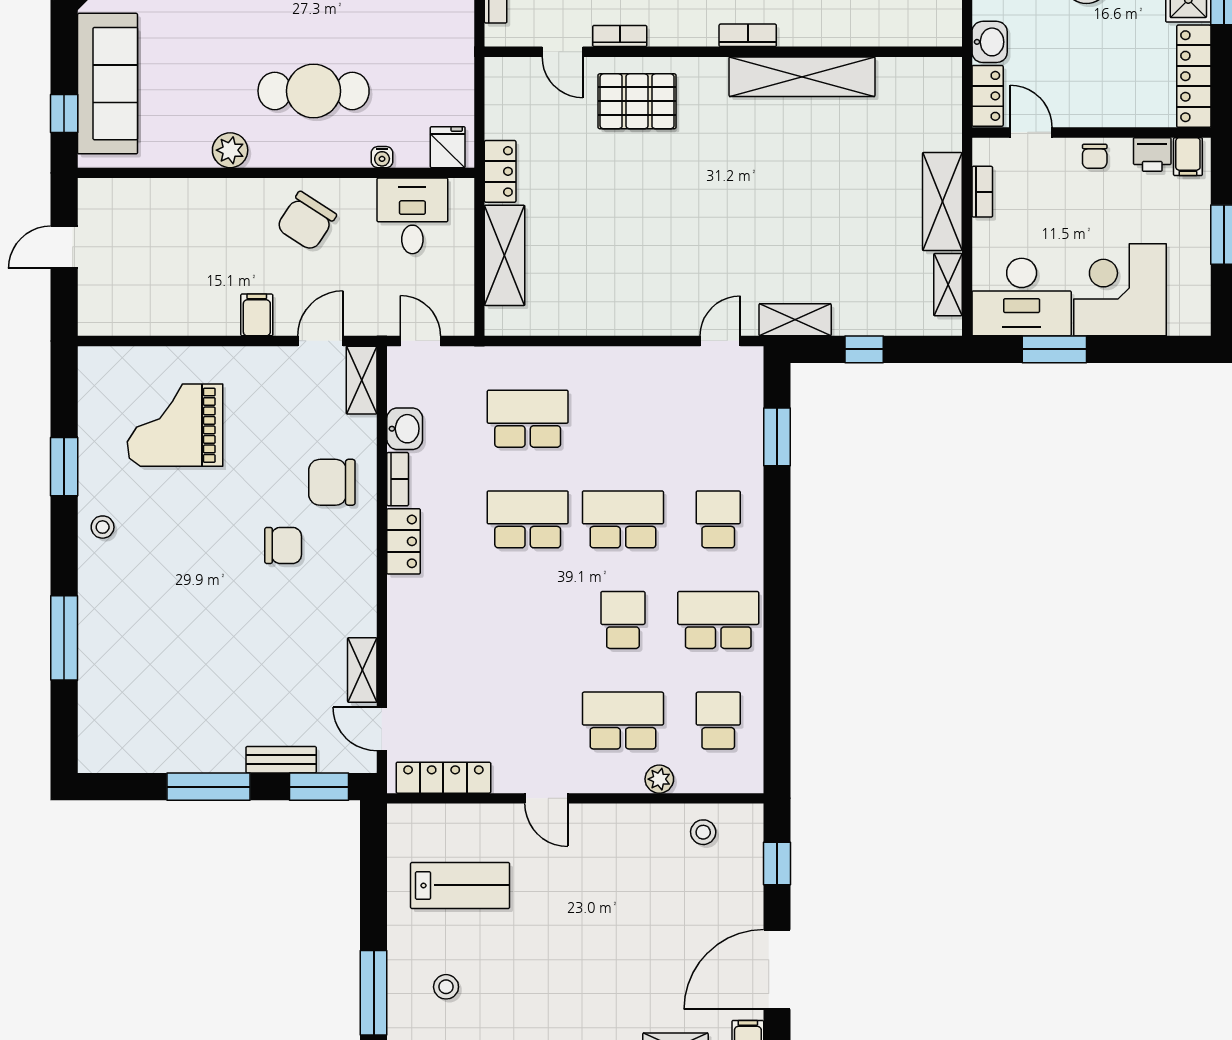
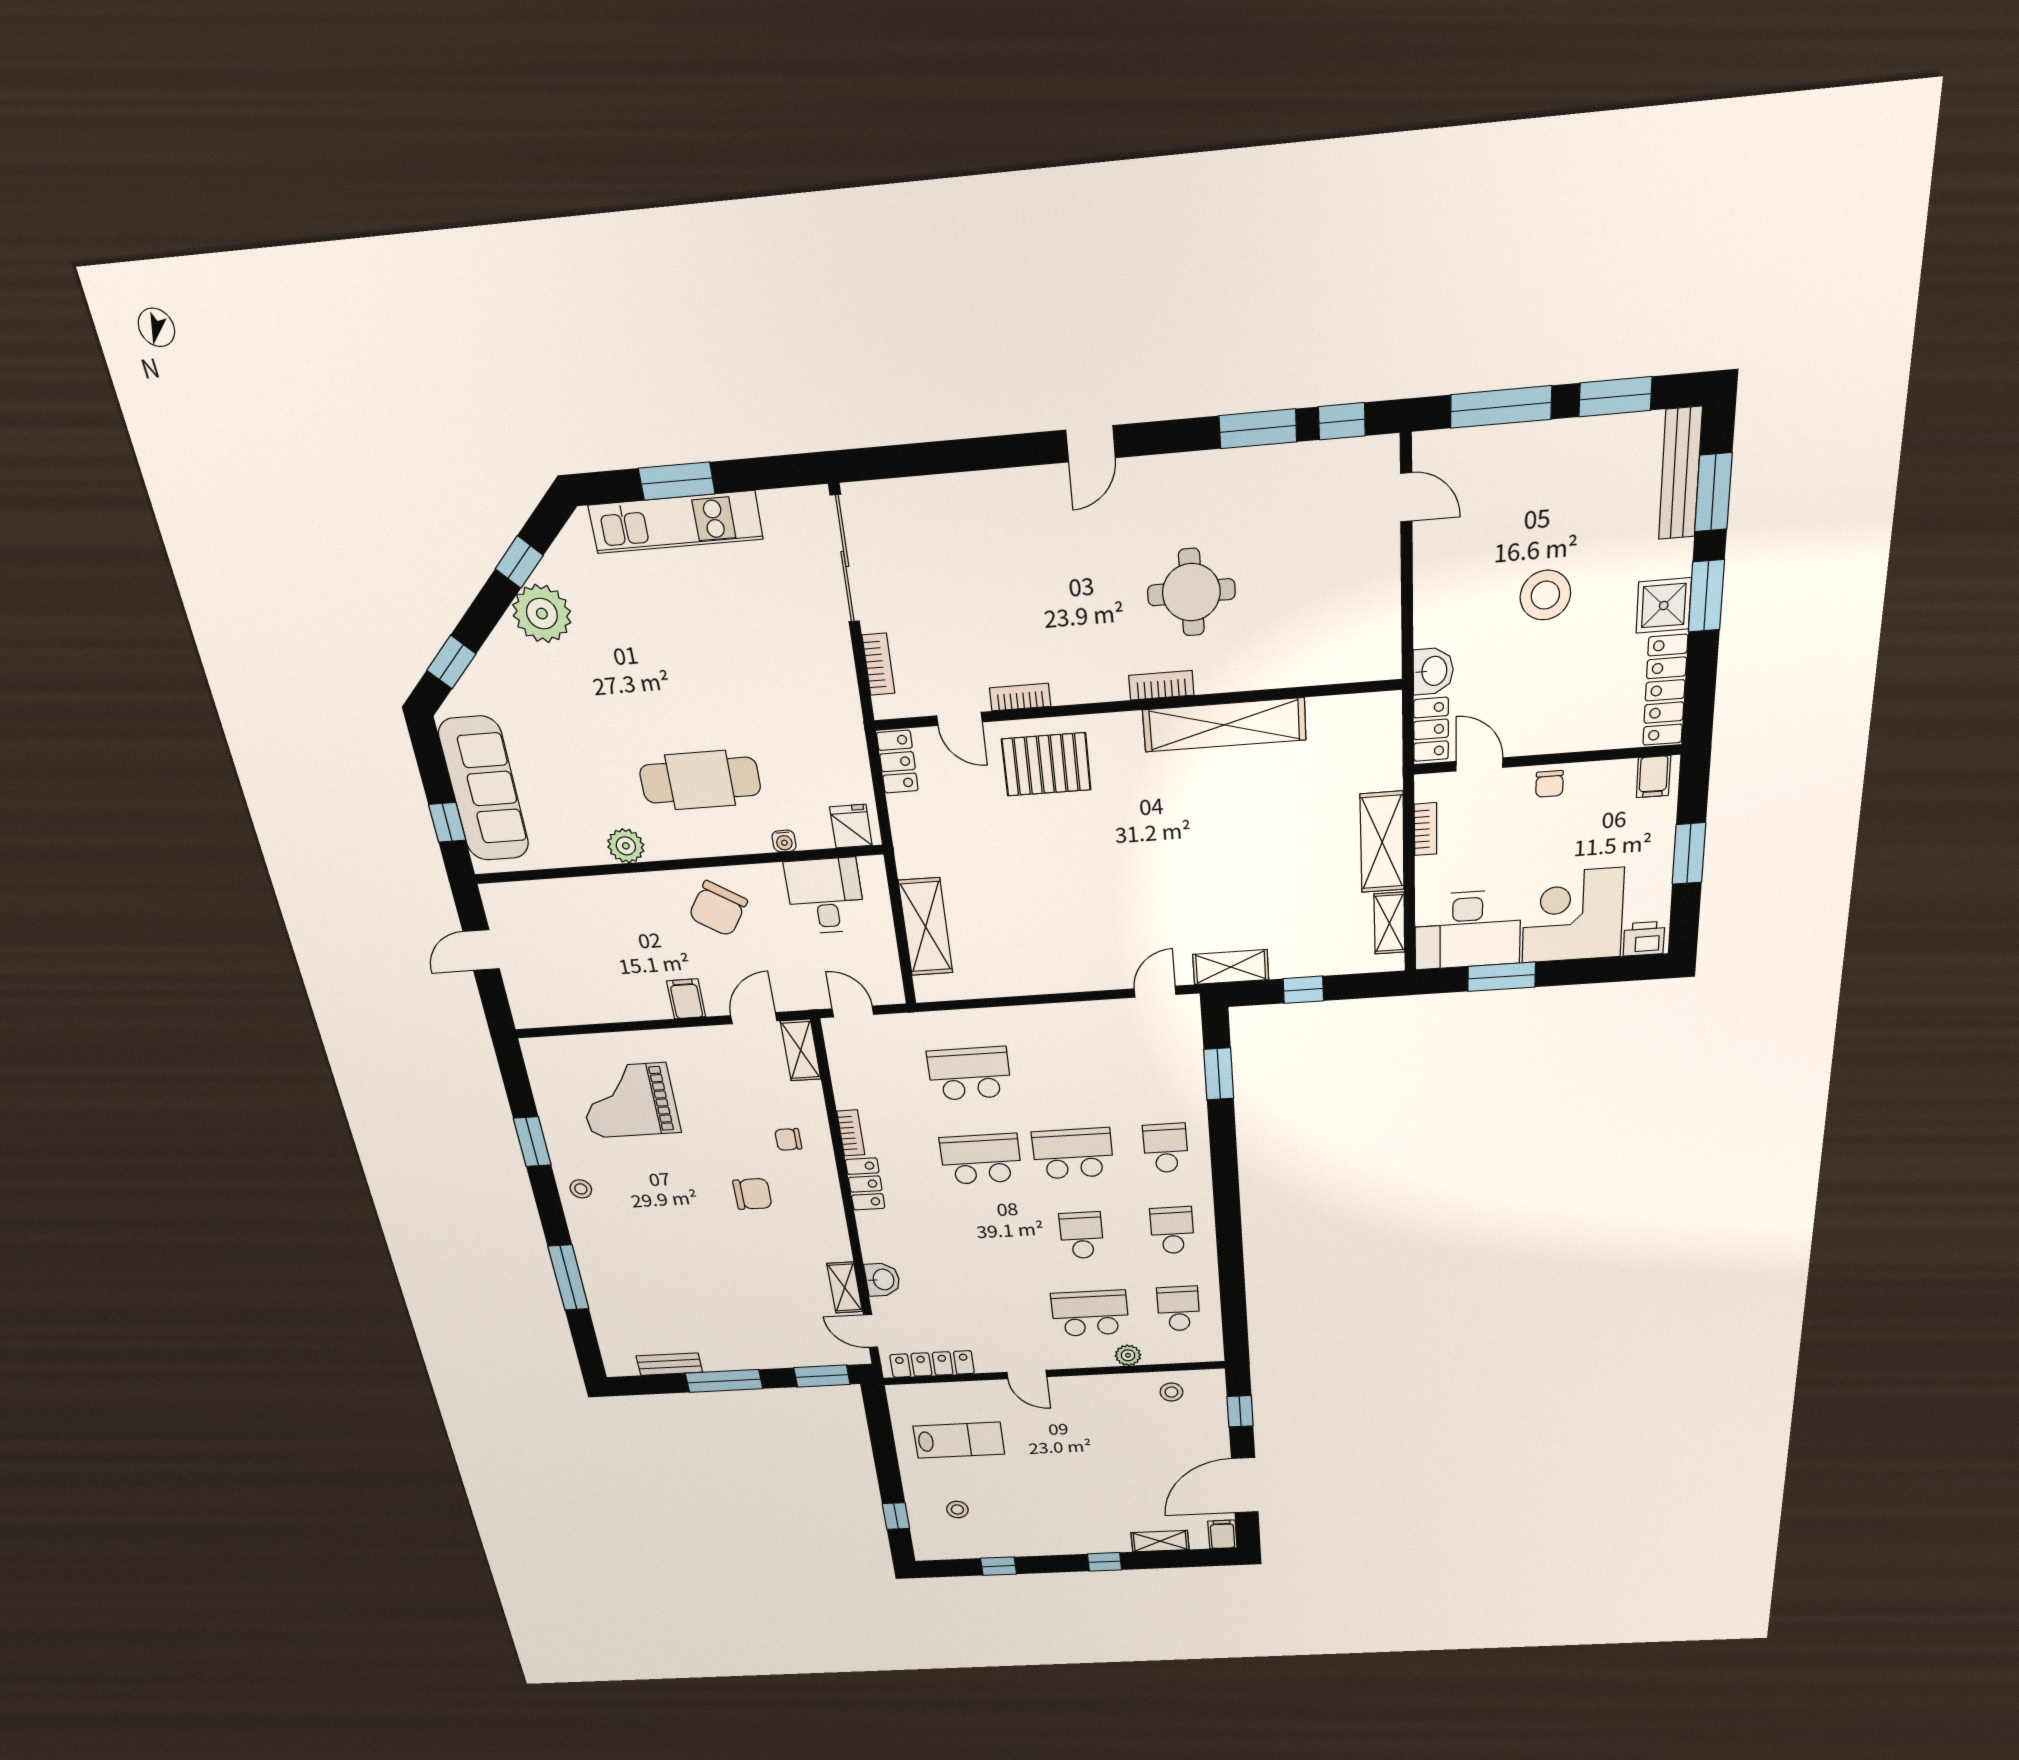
printer: (1152, 155) -> (1644, 939), moved, turned 180
locker: (500, 171) -> (897, 762), moved
washbasin: (405, 429) -> (883, 1280), moved
chair: (332, 482) -> (788, 1139), width x0.54, depth x0.54
school desk: (718, 620) -> (1172, 1230), width x0.54
bench: (281, 760) -> (669, 1364), moved
window: (374, 993) -> (896, 1516), width x0.46

